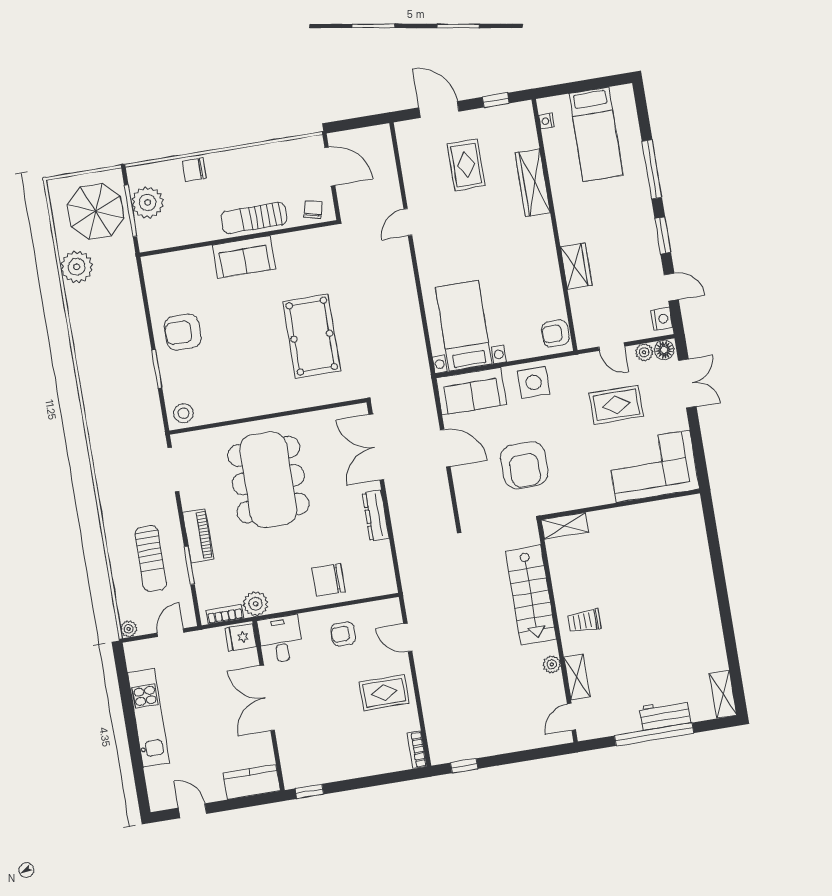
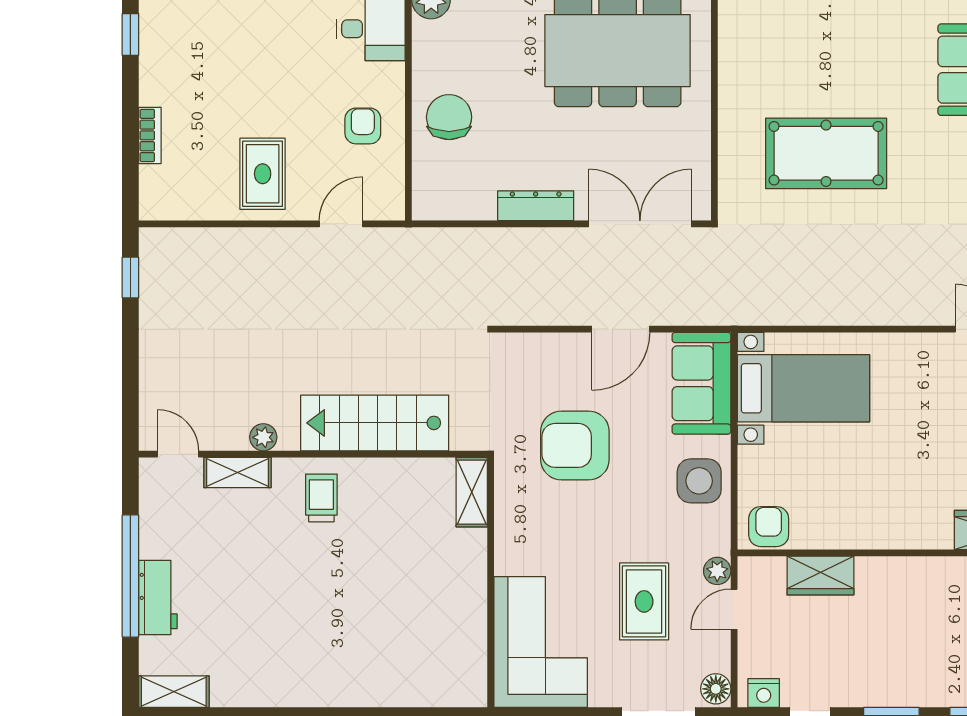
wardrobe: (576, 266) -> (820, 575), moved
plant: (644, 352) -> (717, 571), moved
bookcase: (417, 750) -> (150, 135), moved, turned 90

